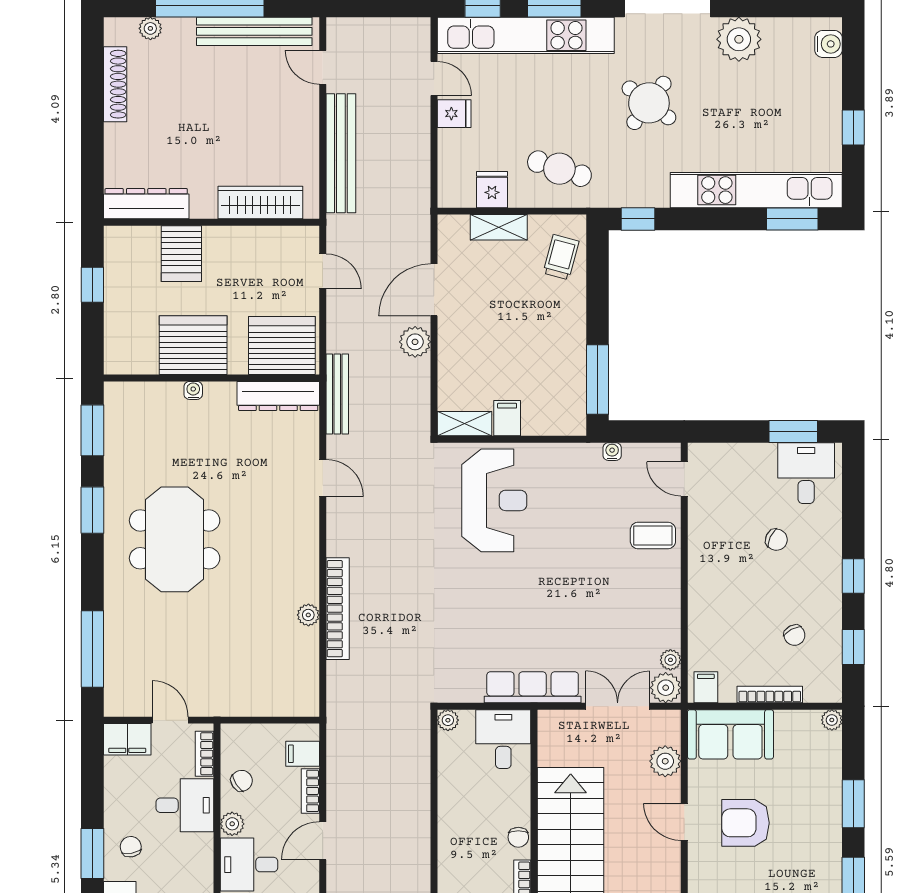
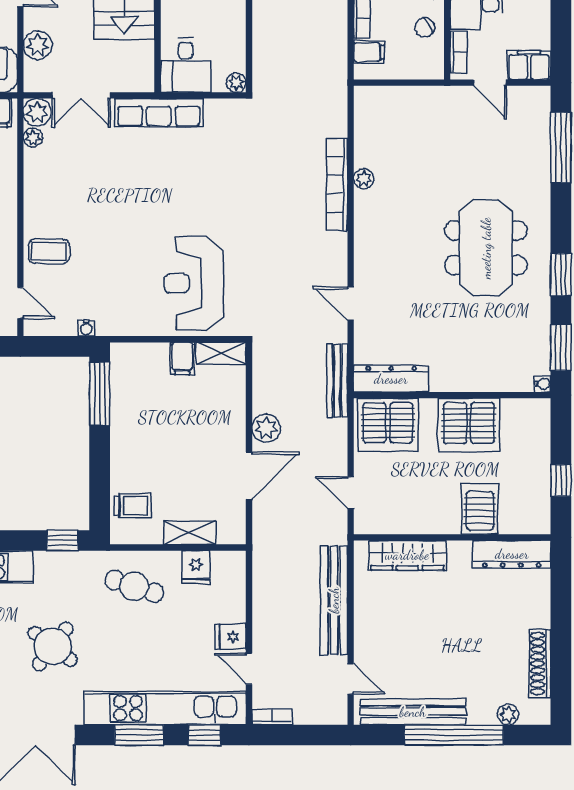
bookcase: (409, 26) -> (272, 717), added
trolley: (561, 257) -> (133, 506), turned -105
water cooler: (193, 390) -> (542, 384), moved, turned -90

